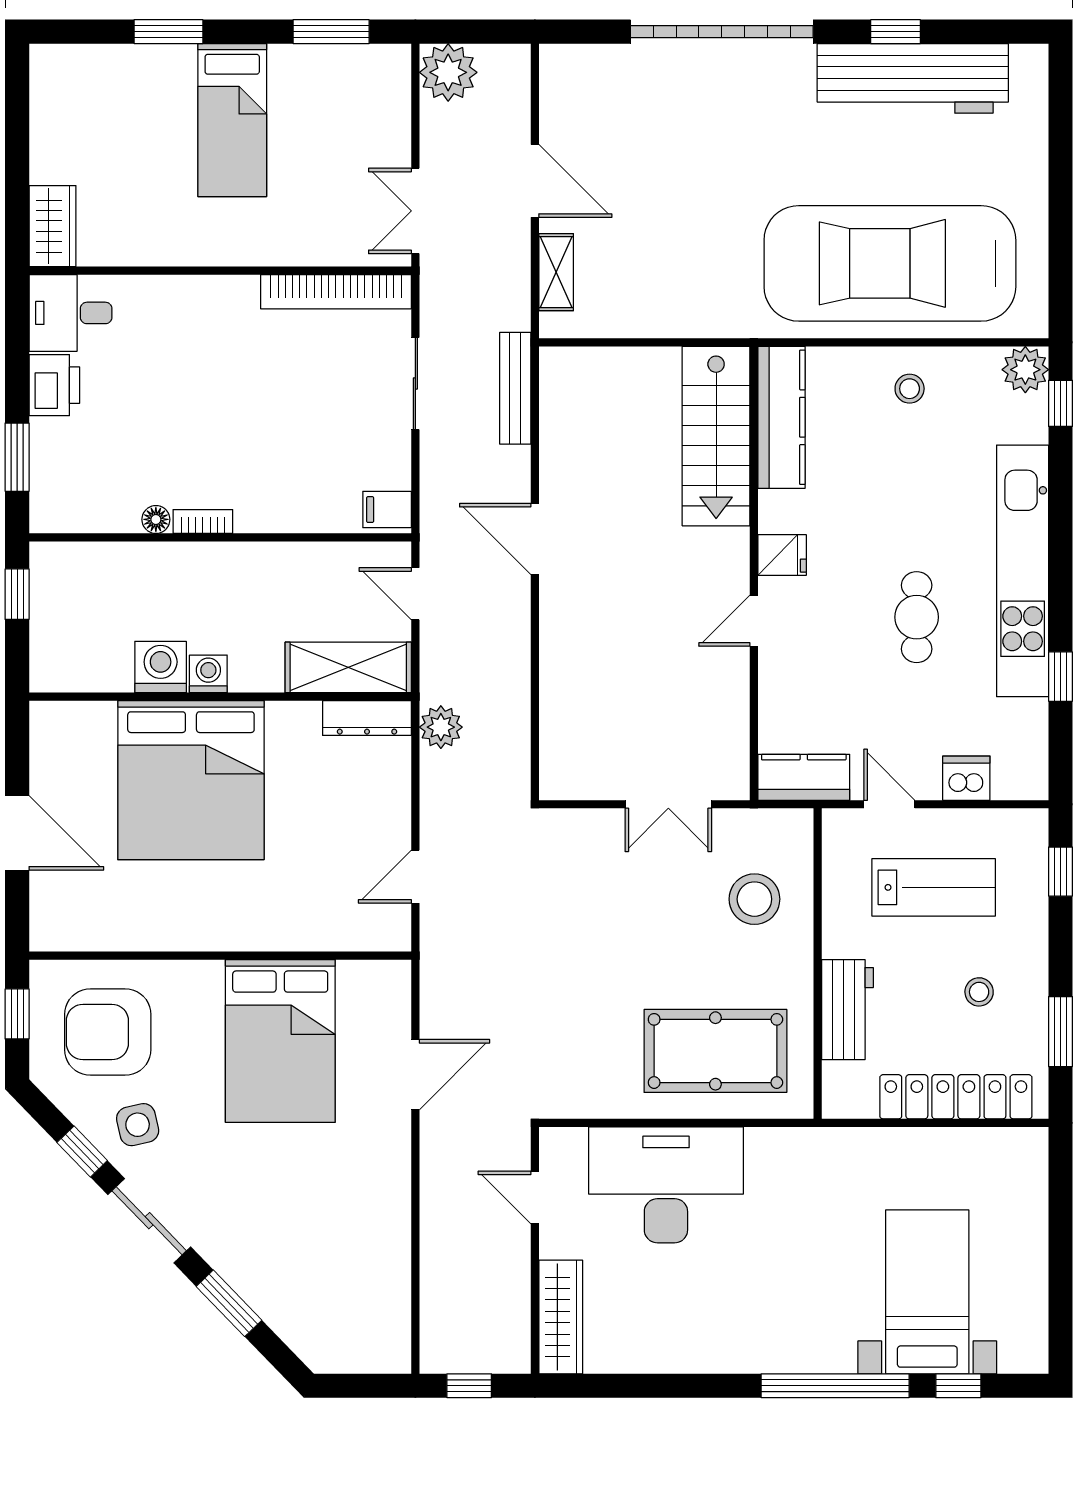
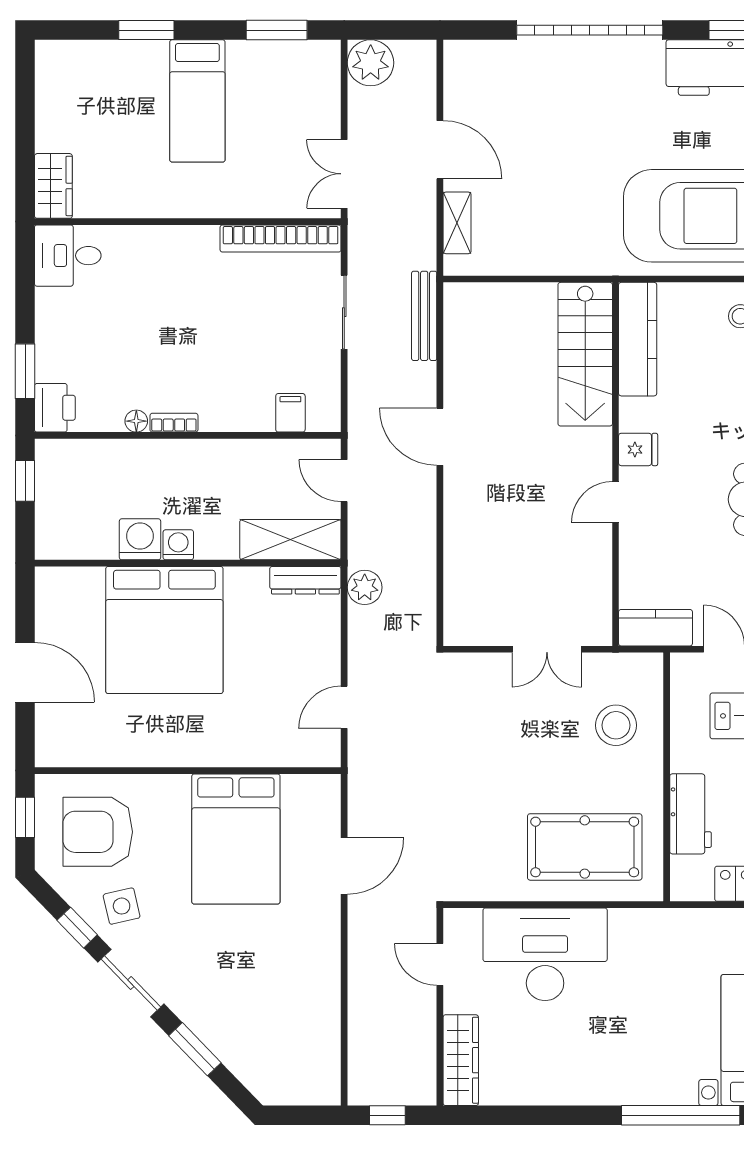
printer: (54, 385) -> (55, 408), moved
filing cabinet: (387, 510) -> (290, 413), moved, turned 90

